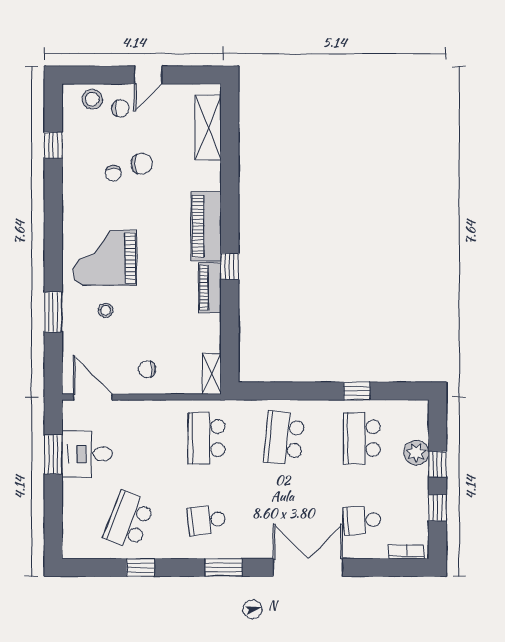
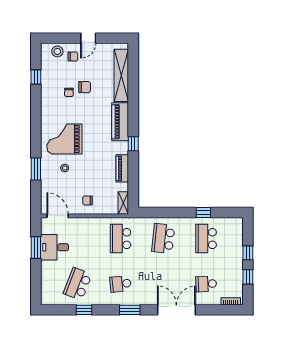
shelving: (208, 127) -> (121, 75), width x1.47
piano: (210, 288) -> (122, 168), moved
plant: (416, 453) -> (236, 247), removed

